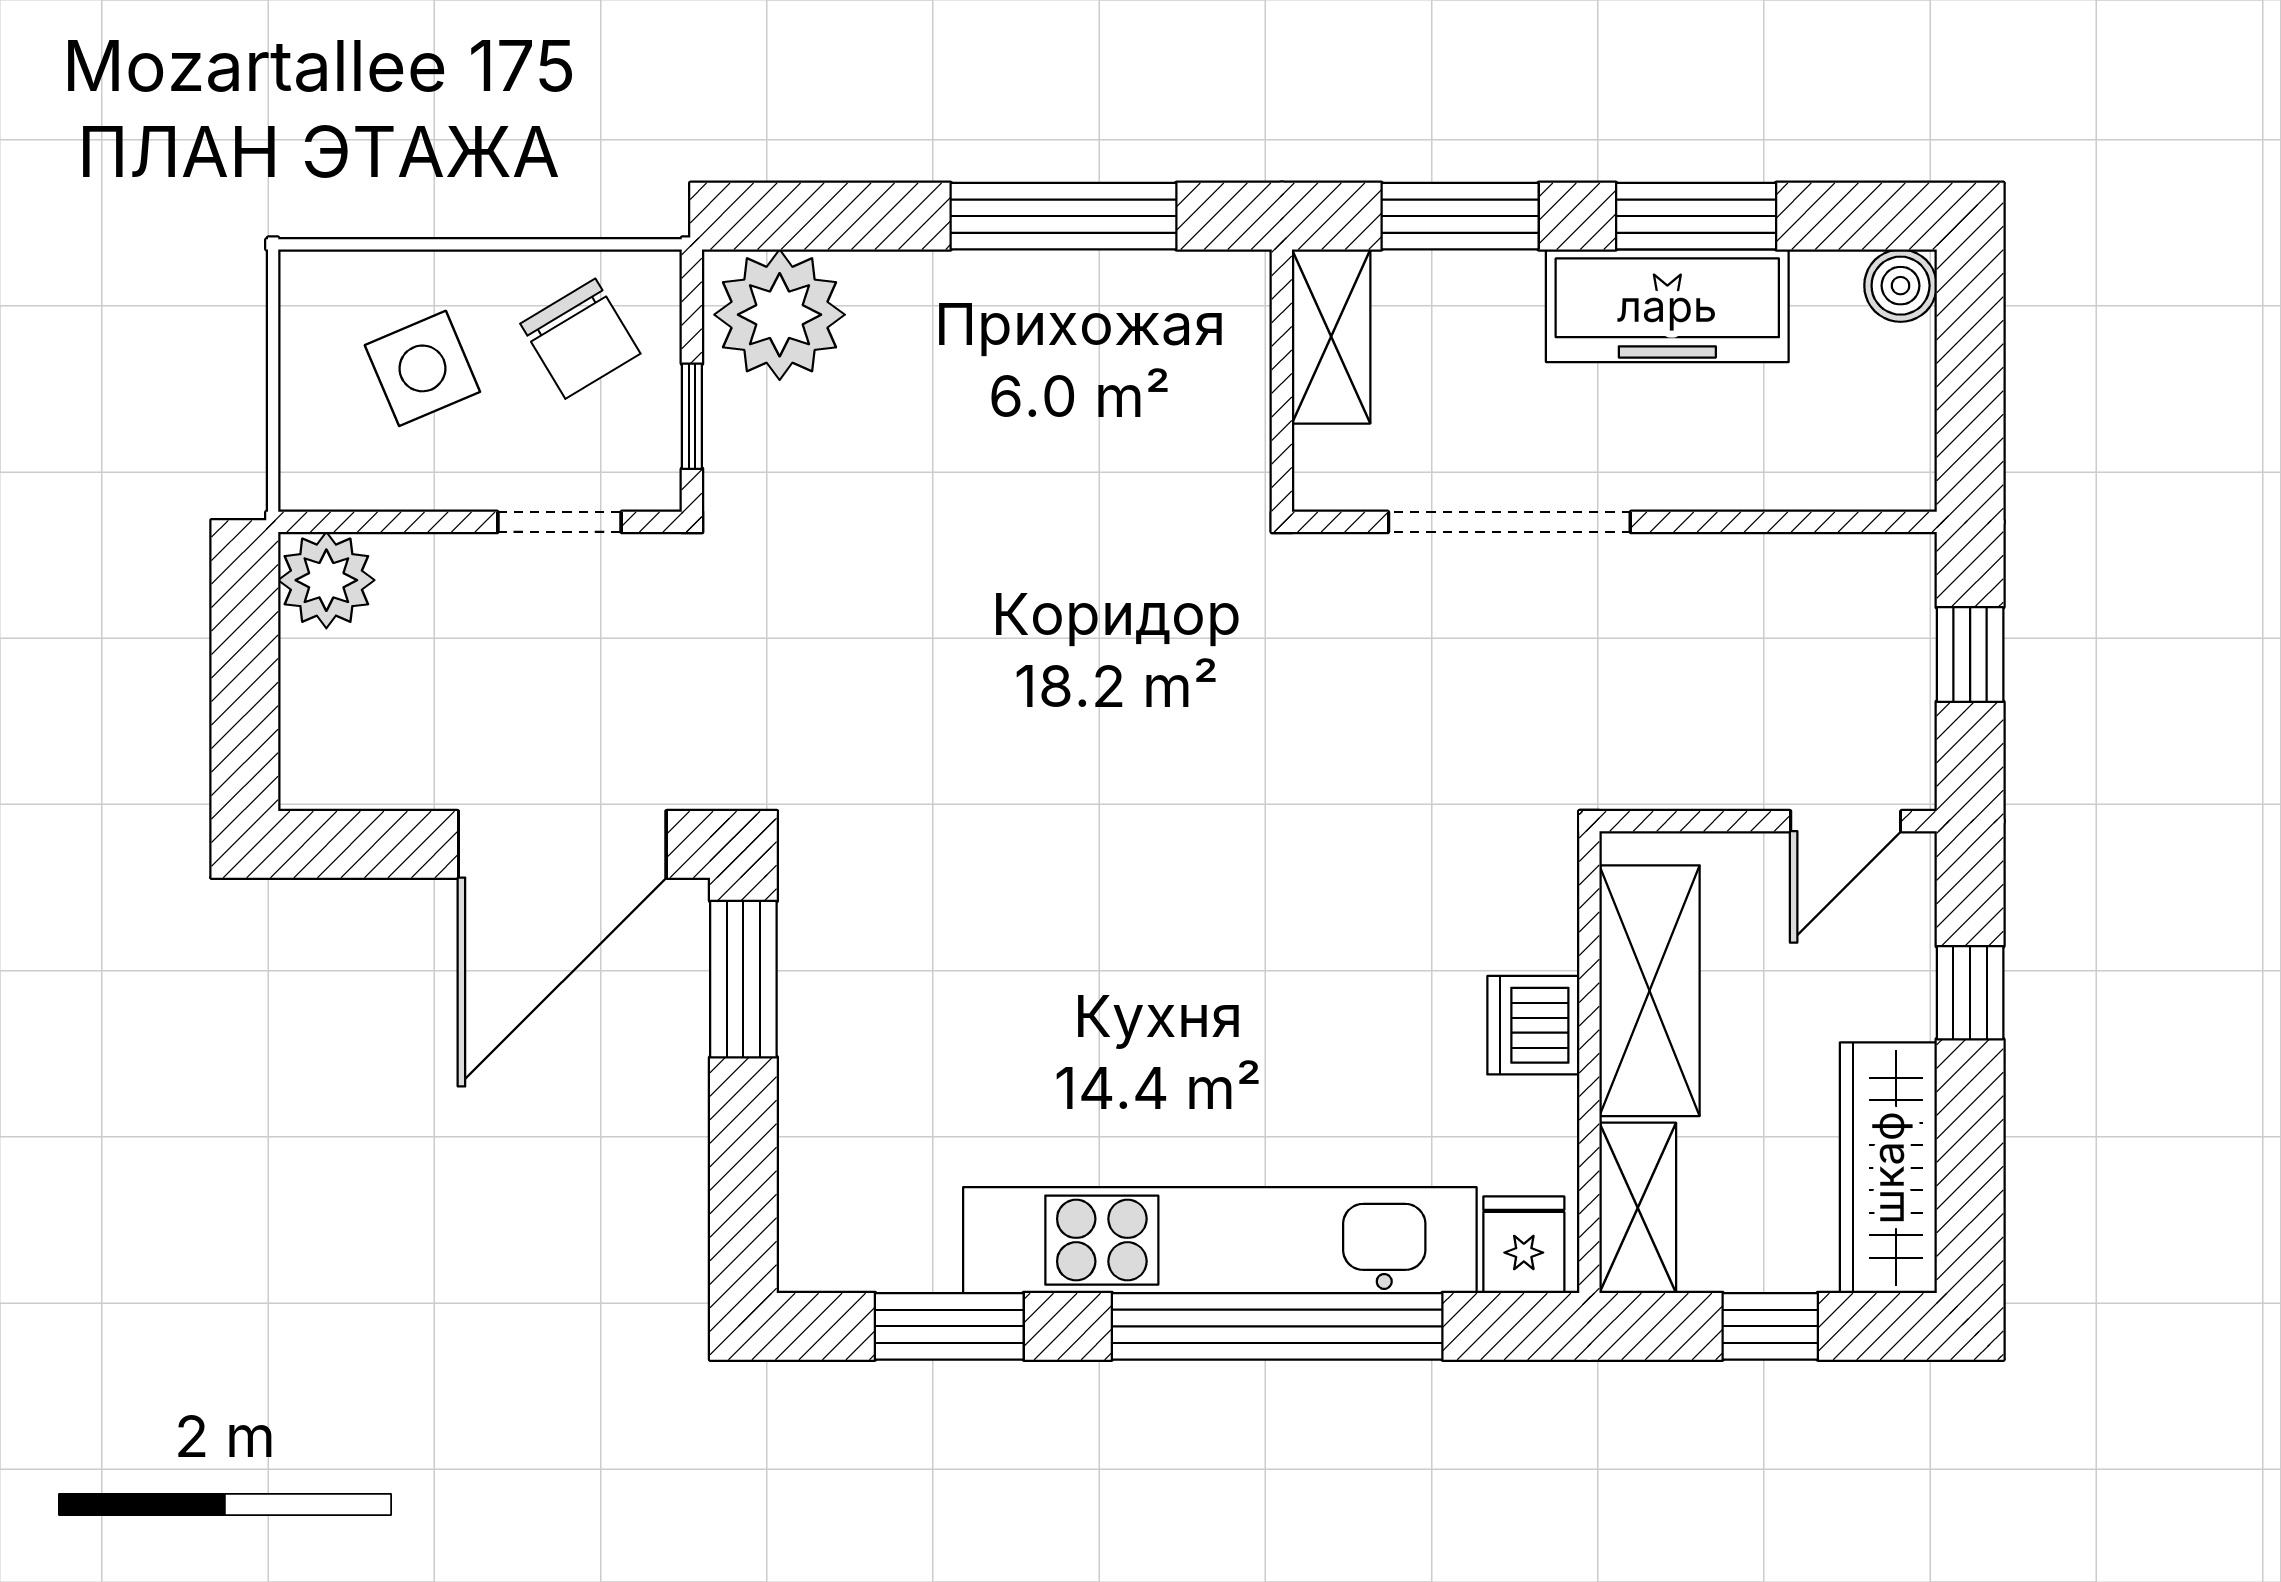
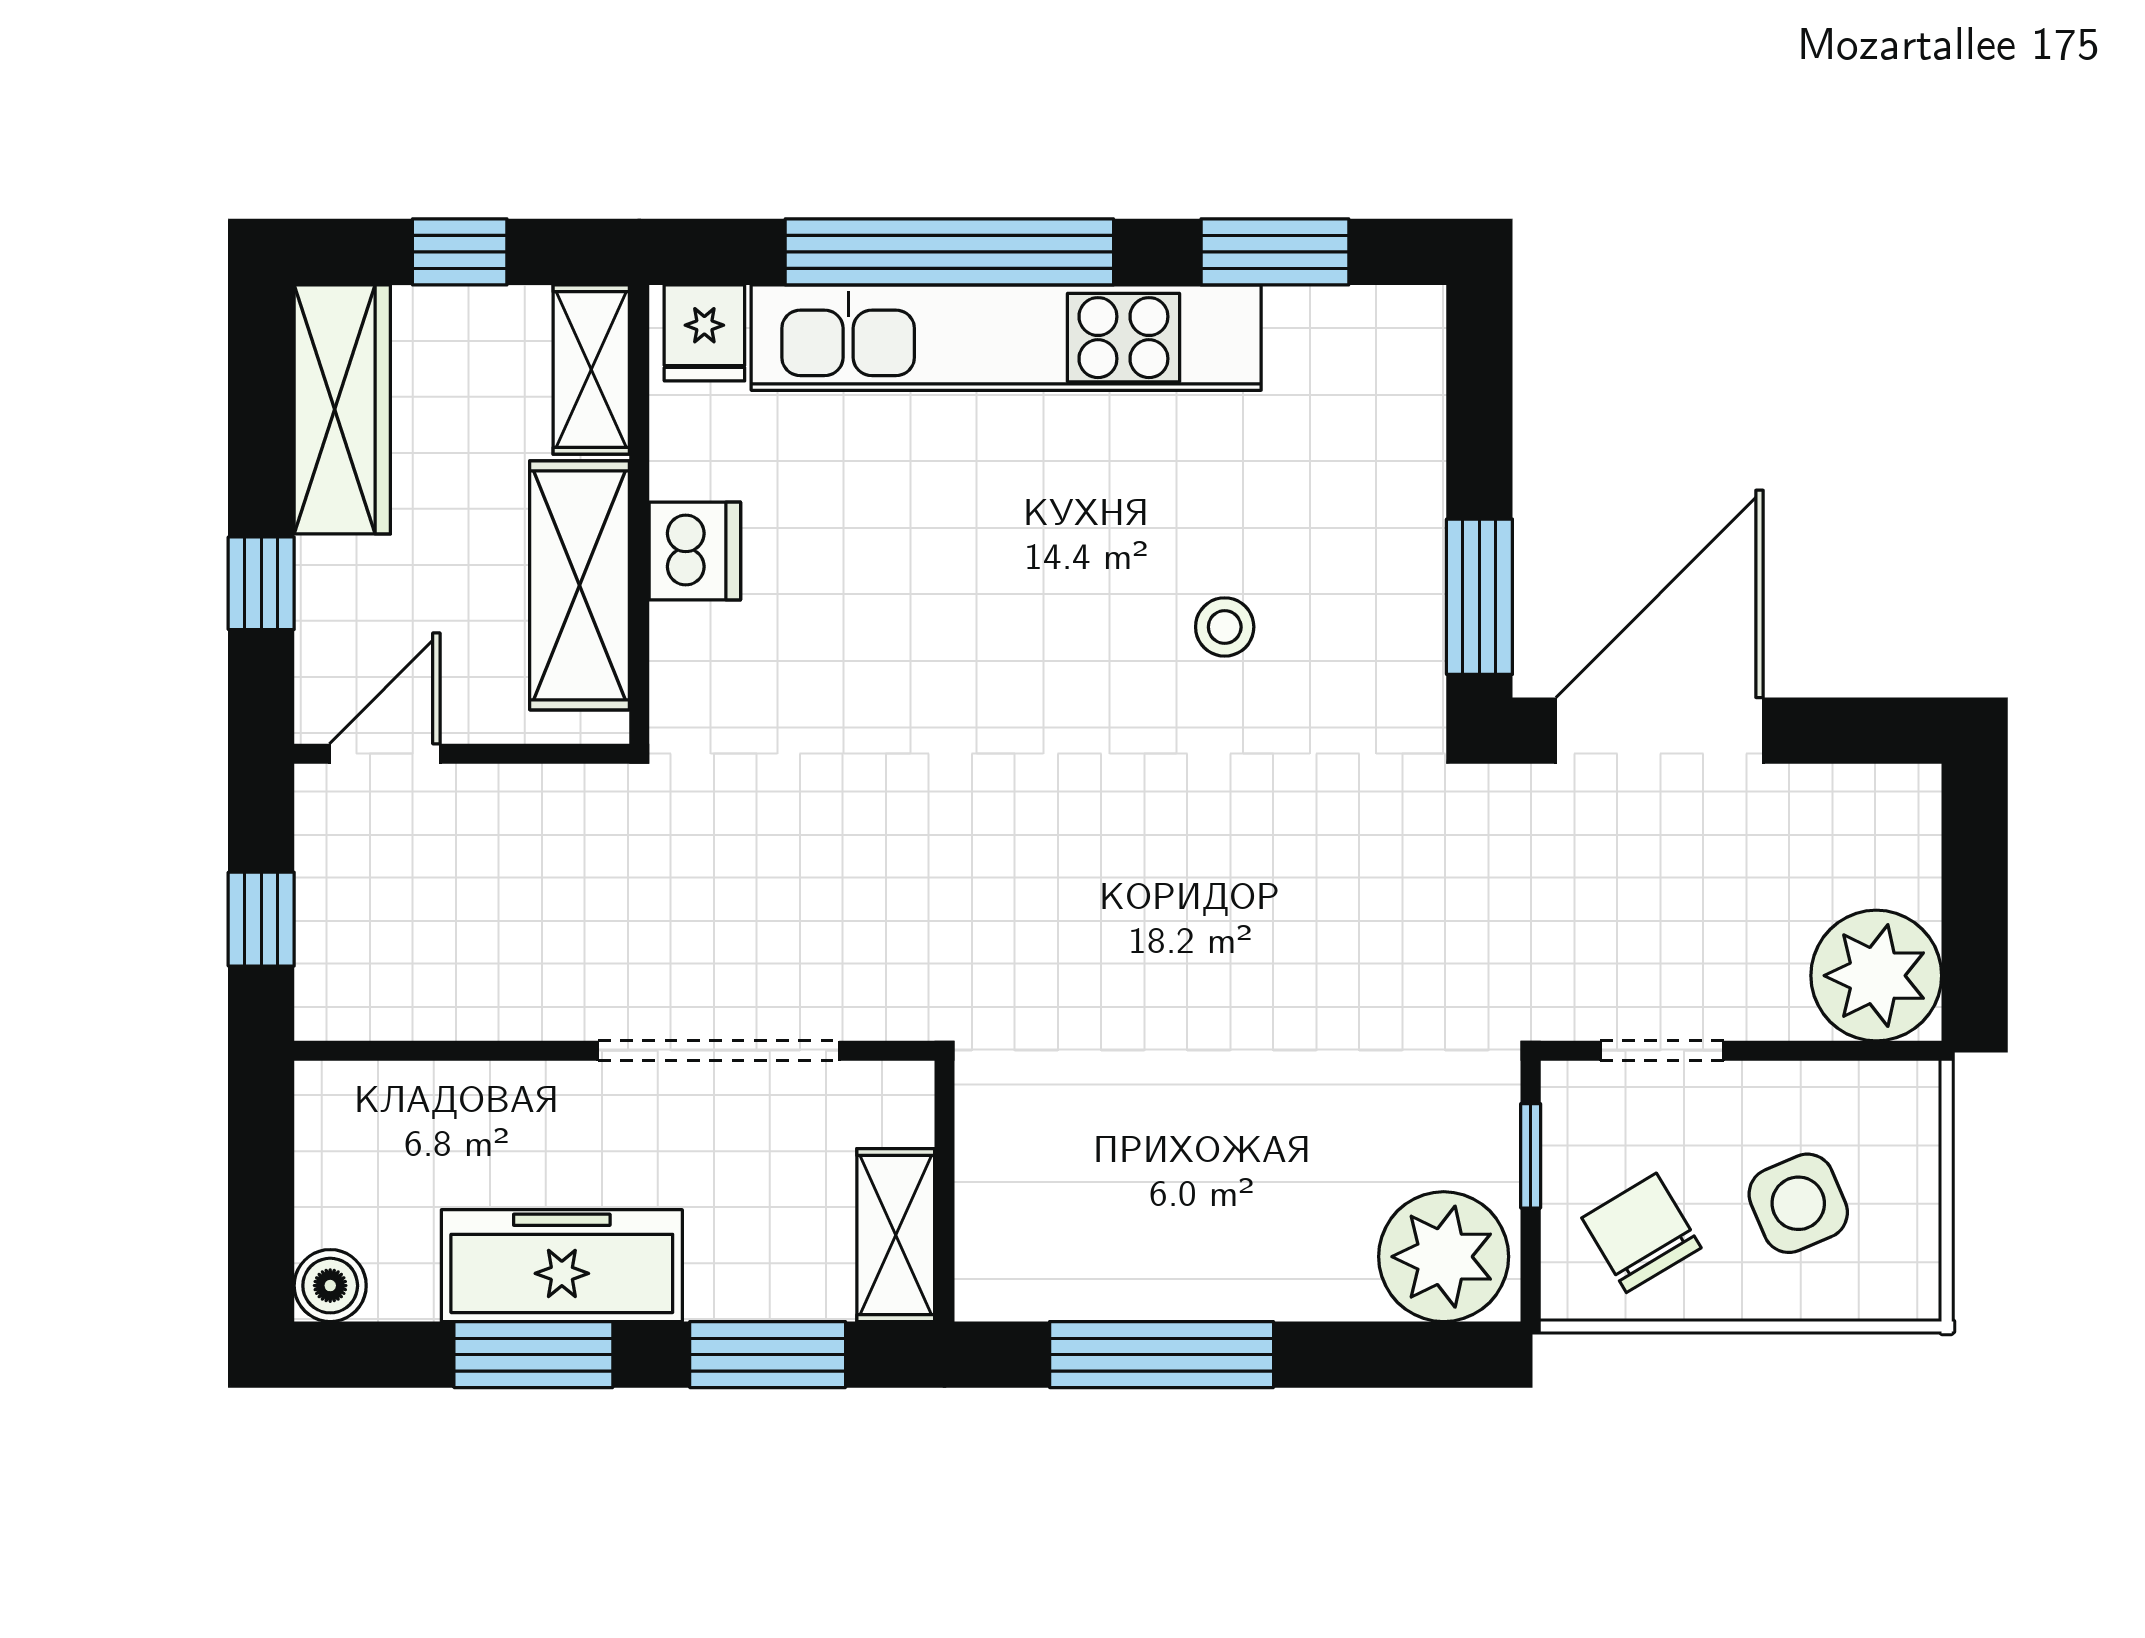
plant: (326, 580) -> (1876, 976), width x1.36, depth x1.36
stool: (1000, 949) -> (1225, 627), added

